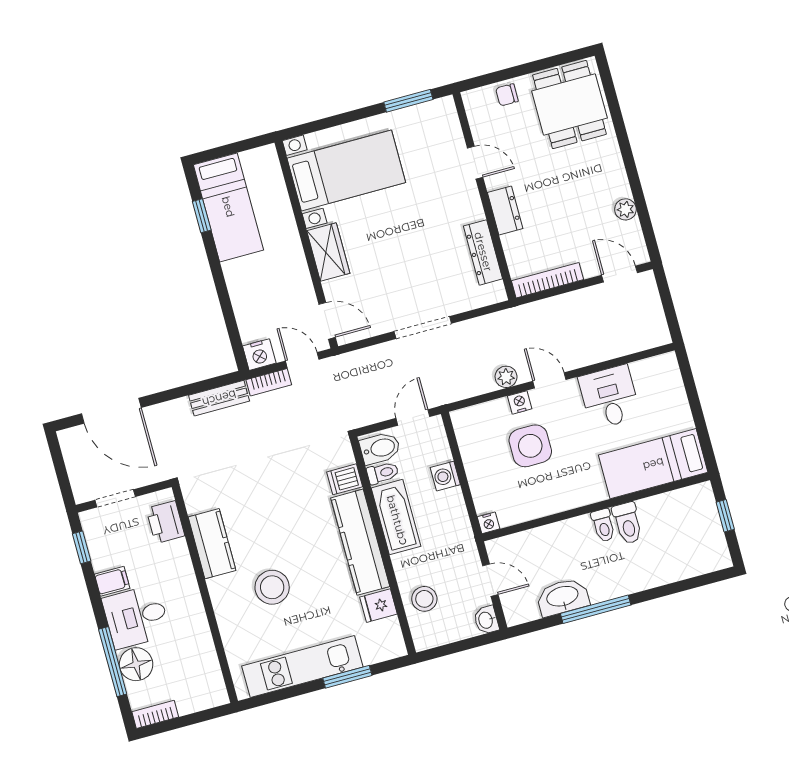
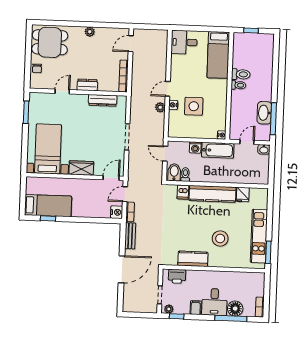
plant: (625, 209) -> (90, 32), moved
desk: (609, 397) -> (184, 42), moved
door: (111, 411) -> (121, 269), moved
bathtub: (396, 517) -> (218, 150), moved, turned 180
plant: (92, 526) -> (169, 309), added
stool: (424, 599) -> (246, 174), removed
window: (596, 609) -> (273, 119), moved
window: (347, 677) -> (268, 252), moved

